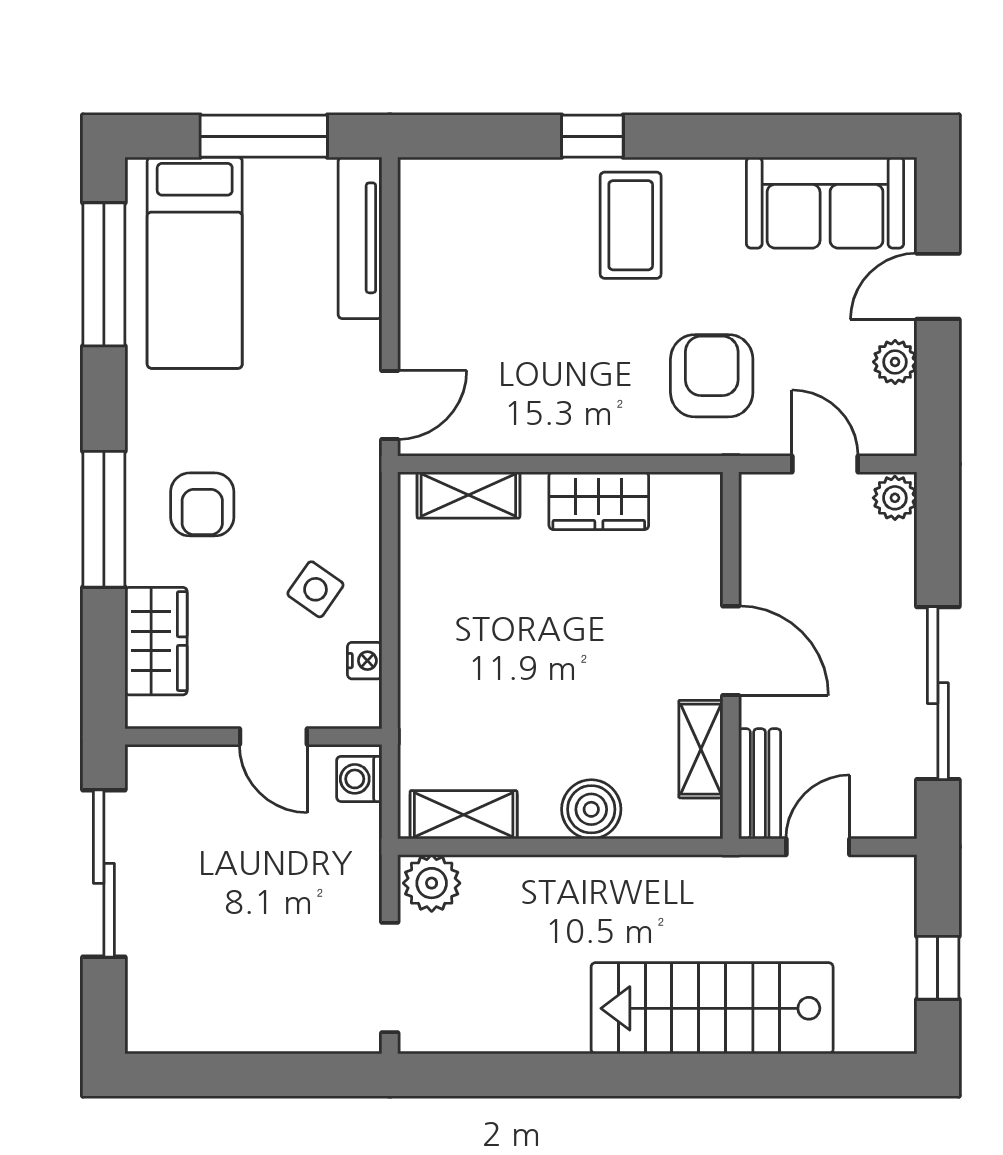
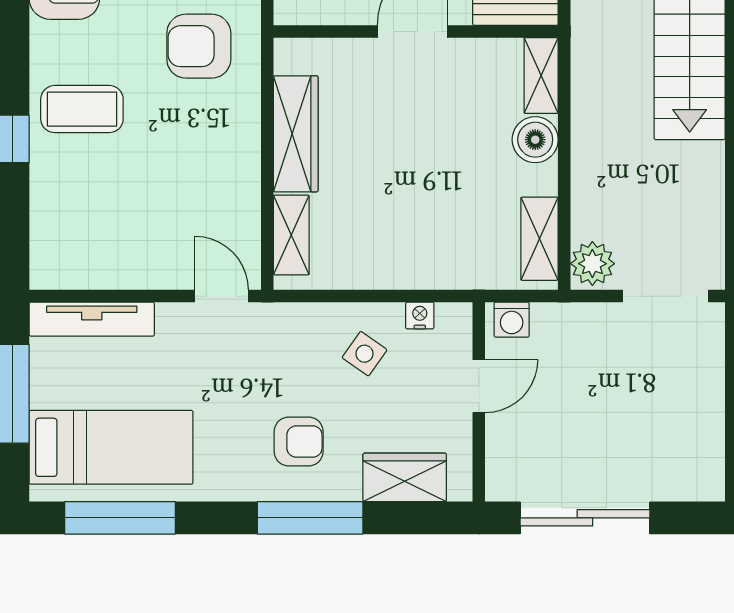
wardrobe: (599, 501) -> (296, 134), width x1.50
shelving: (701, 749) -> (541, 75), moved, turned 90

